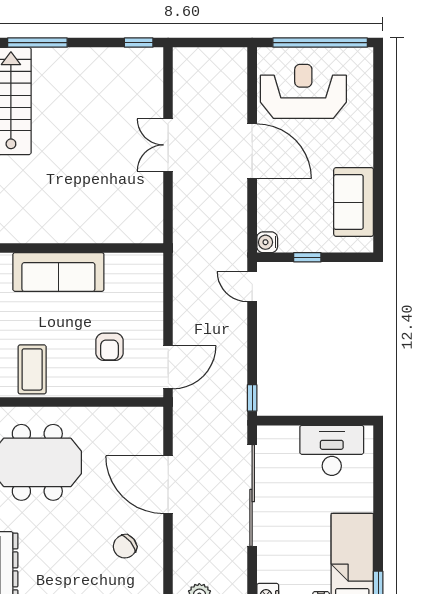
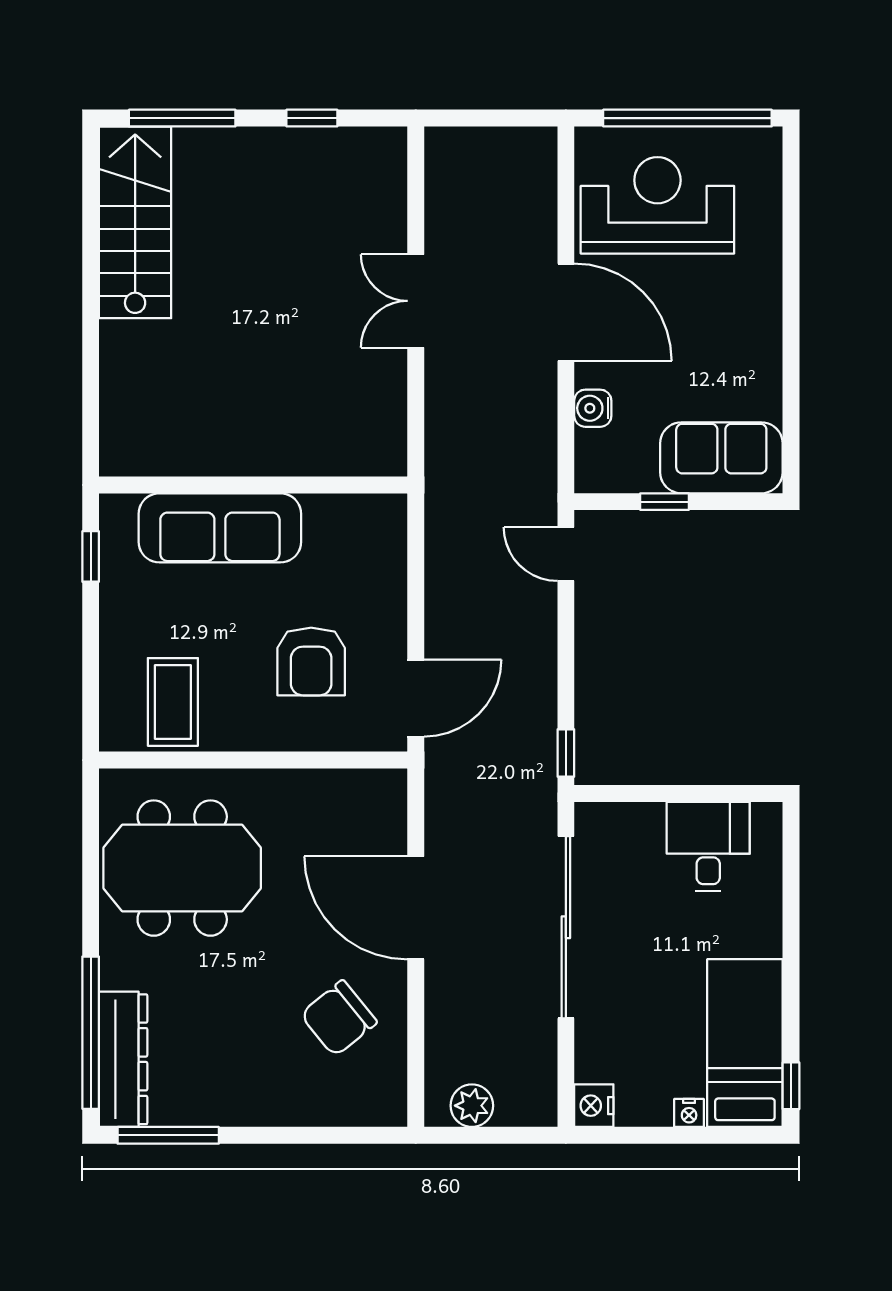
window: (139, 43) -> (312, 118), moved
sofa: (354, 202) -> (721, 458), moved, turned 90
water cooler: (267, 242) -> (593, 408), moved
armchair: (109, 347) -> (311, 662), width x1.38, depth x1.38
desk: (332, 450) -> (708, 847), width x0.73
chair: (125, 546) -> (339, 1018), width x1.37, depth x1.37

